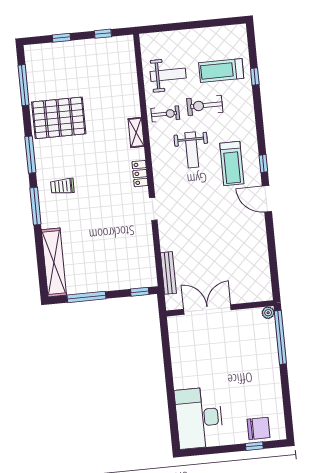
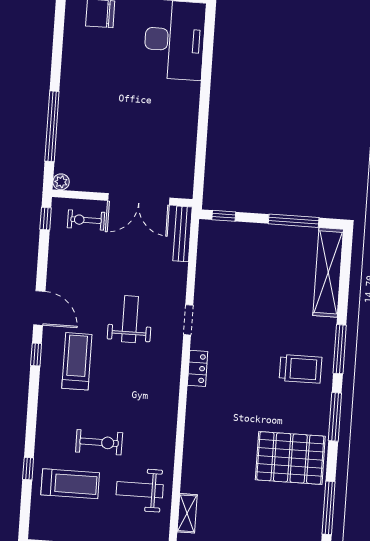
exercise bike: (165, 114) -> (86, 220), moved
shelving: (136, 133) -> (187, 513), moved
weight bench: (192, 150) -> (130, 319), moved
trolley: (62, 186) -> (301, 369), width x1.36, depth x1.39
window: (274, 267) -> (46, 219), added
wall: (220, 308) -> (122, 198), moved
double door: (207, 310) -> (139, 199), moved
plant: (268, 313) -> (61, 182), moved

